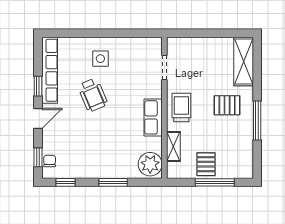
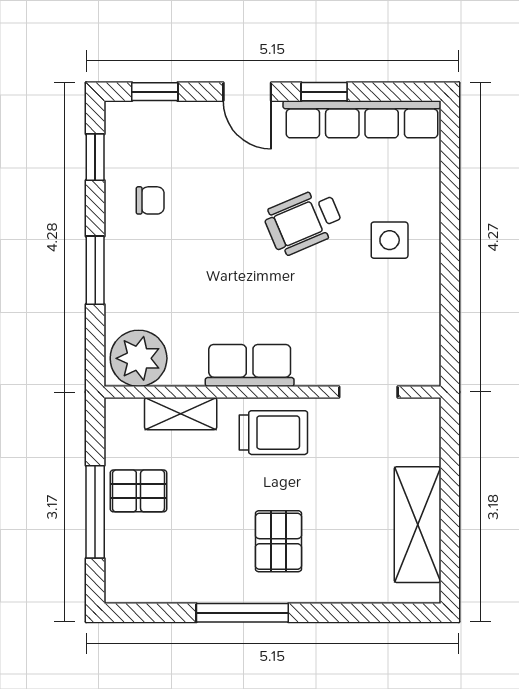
shelving: (244, 62) -> (418, 525), moved, turned 90
chair: (50, 161) -> (150, 200), moved

